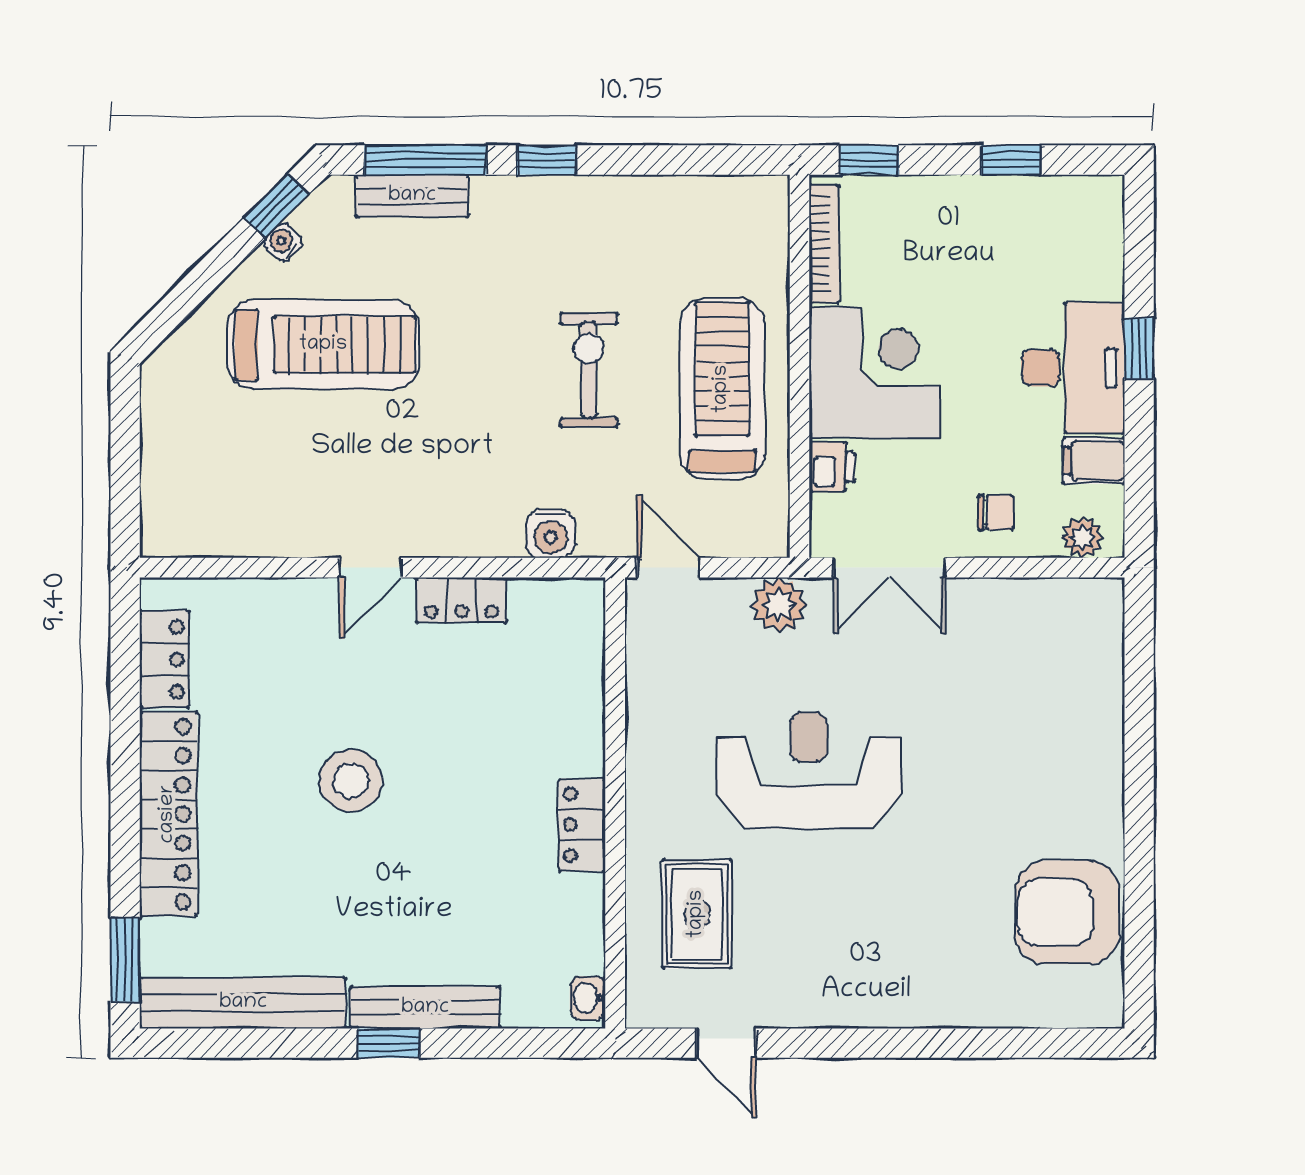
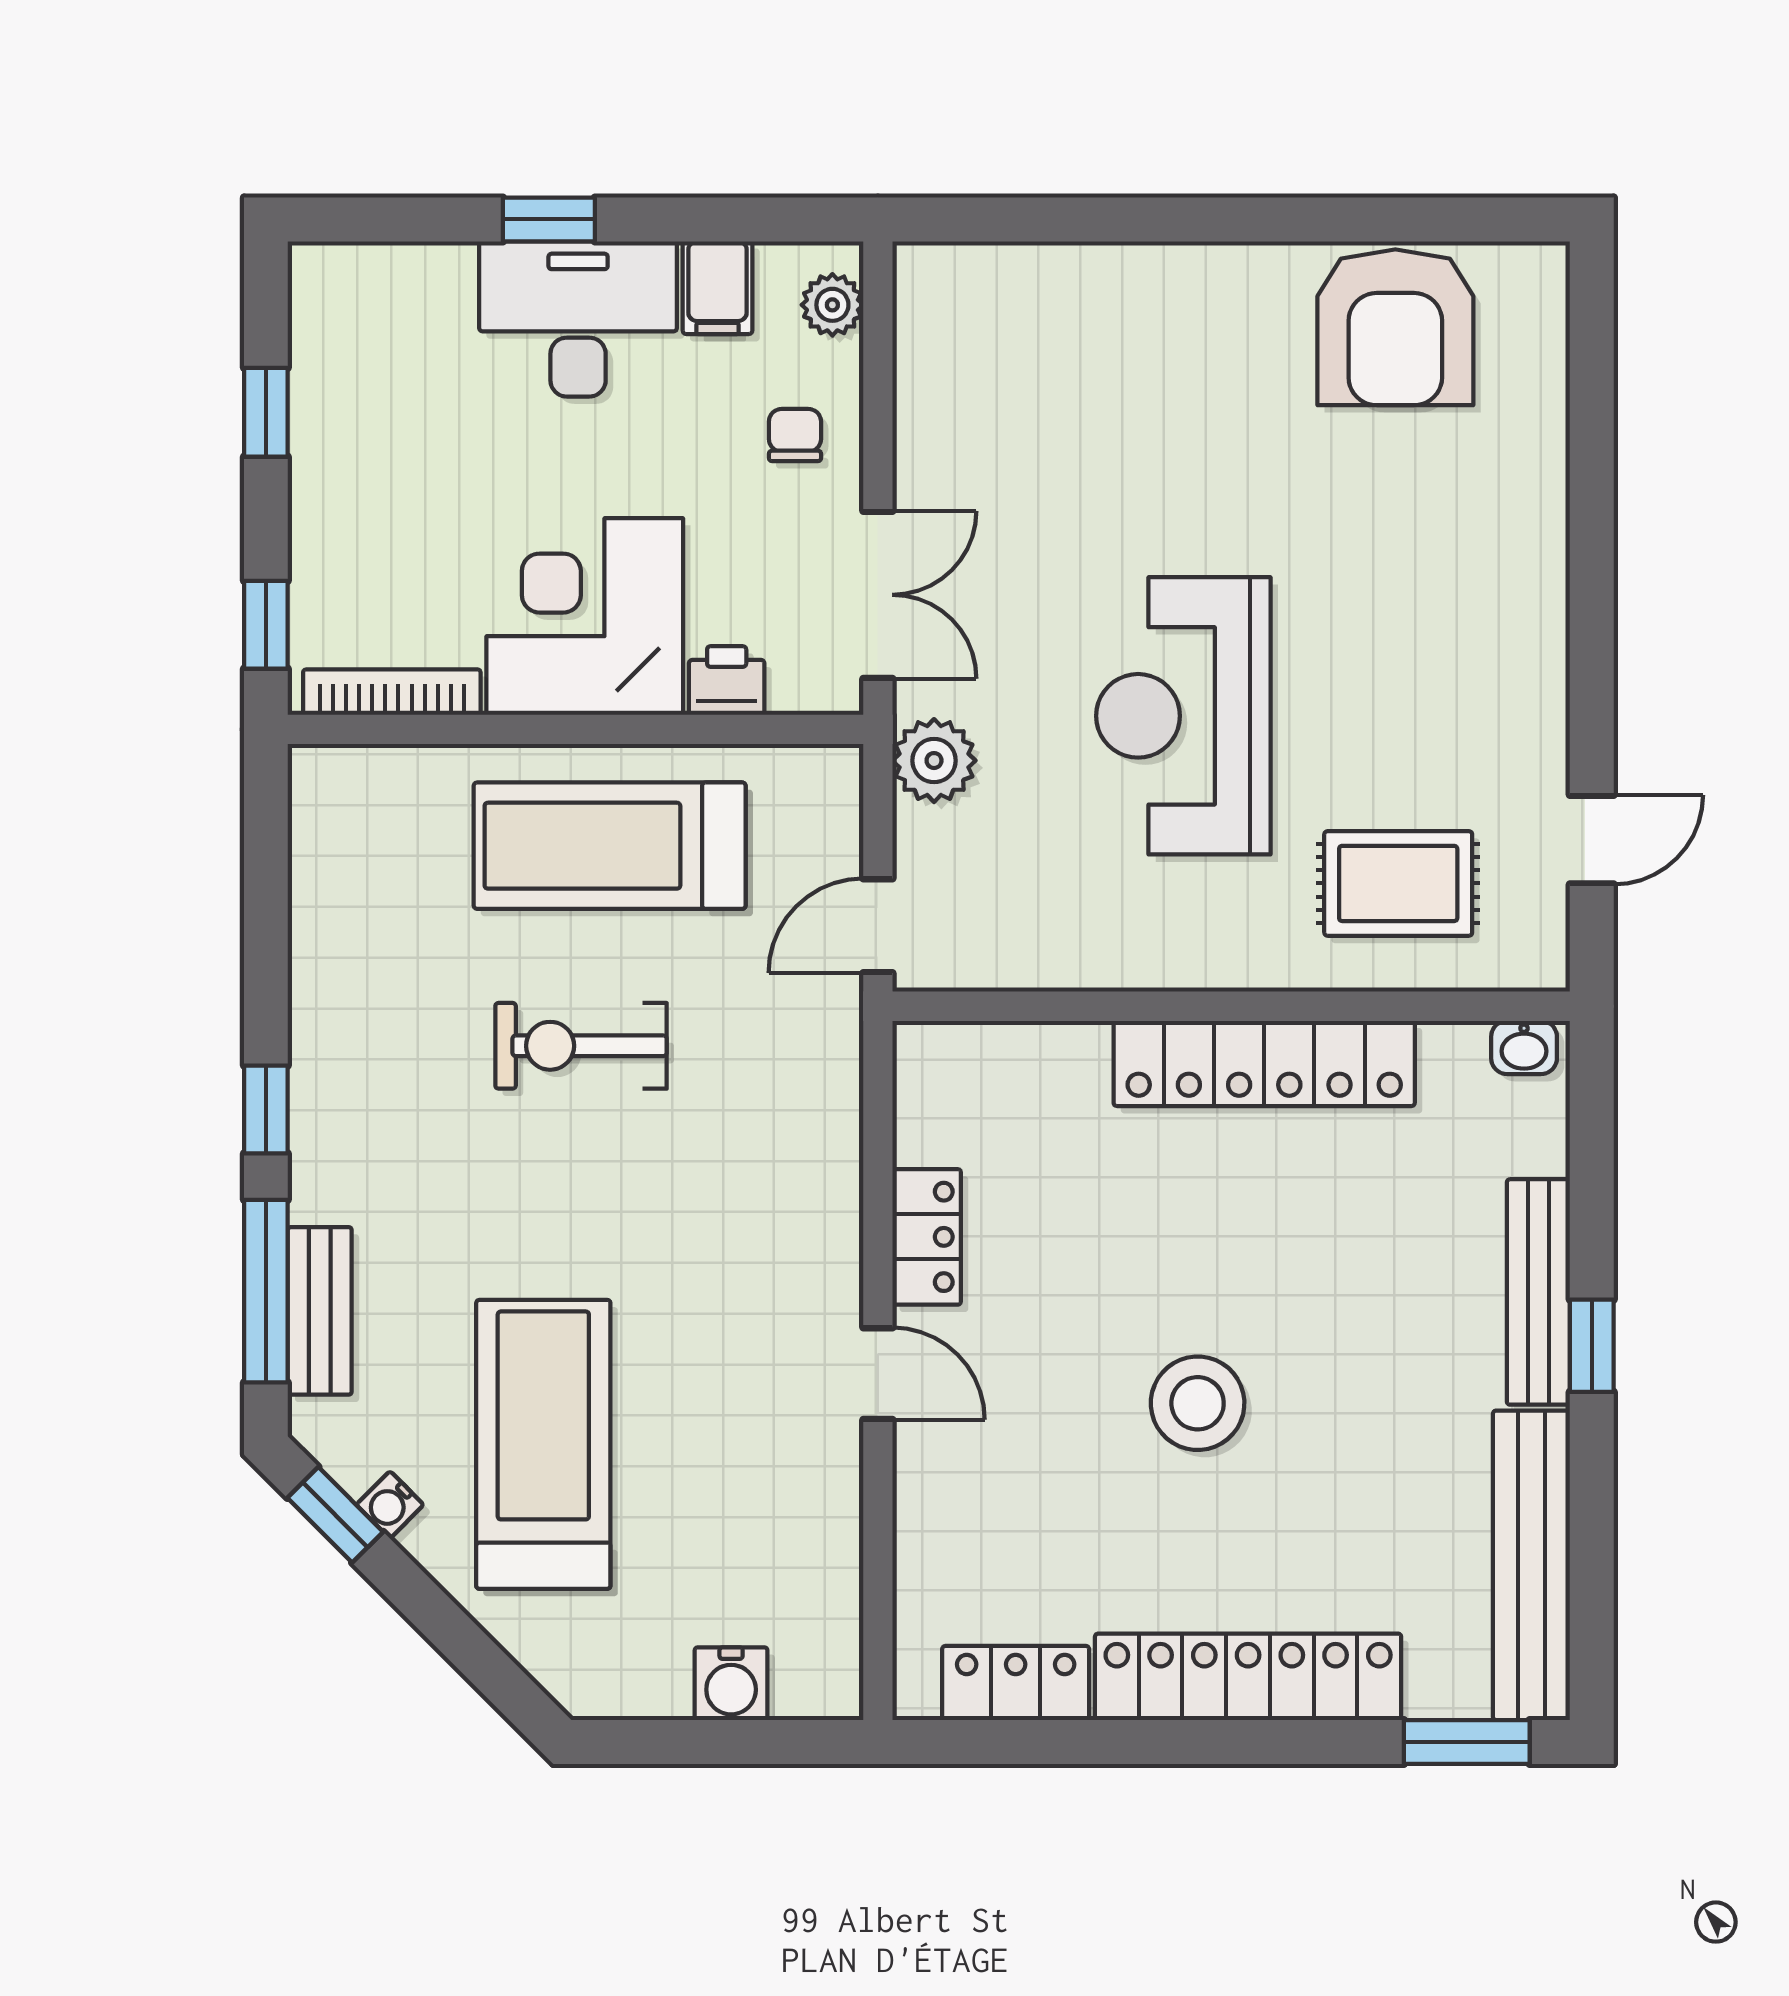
water cooler: (551, 534) -> (731, 1684), moved, turned 90
locker: (582, 825) -> (1264, 1063), width x2.16, depth x1.21

